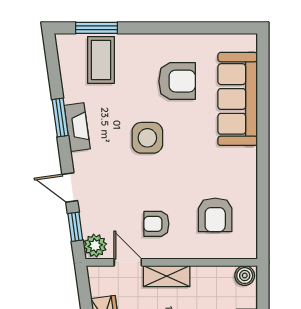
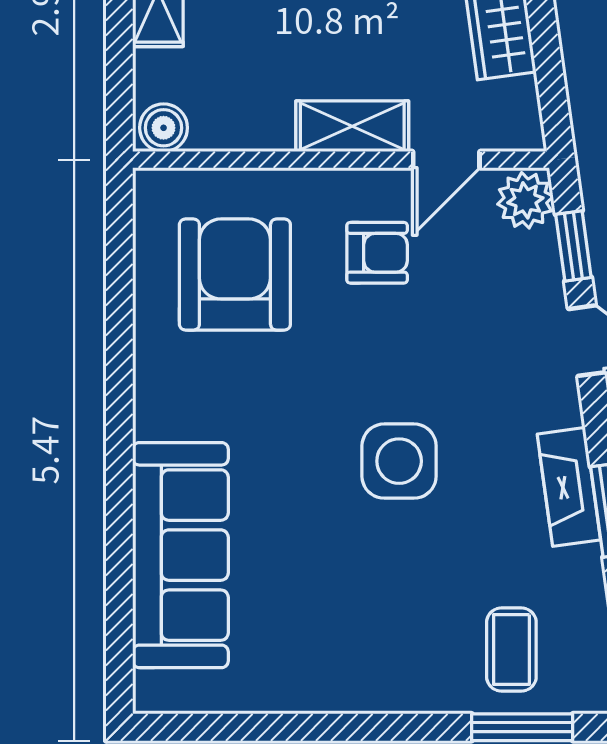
coffee table: (101, 60) -> (511, 650), width x0.73, depth x0.77
armchair: (177, 81) -> (327, 598), removed
armchair: (215, 215) -> (235, 274), width x1.36, depth x1.36
door: (128, 262) -> (446, 160), hinge flipped

